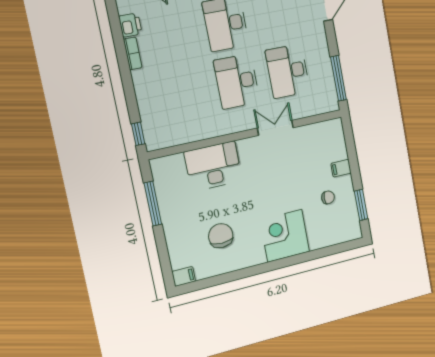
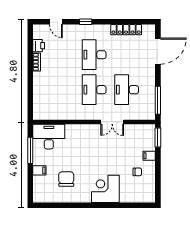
double door: (275, 128) -> (112, 122), swing flipped
window: (138, 134) -> (30, 108), removed
desk: (213, 166) -> (49, 137), moved
window: (361, 205) -> (158, 138), moved
filing cabinet: (184, 276) -> (39, 170), moved

